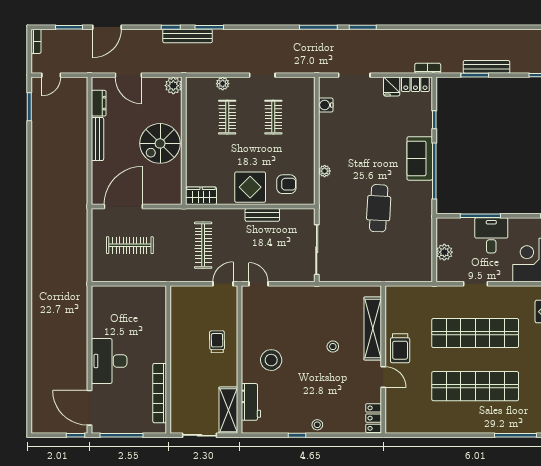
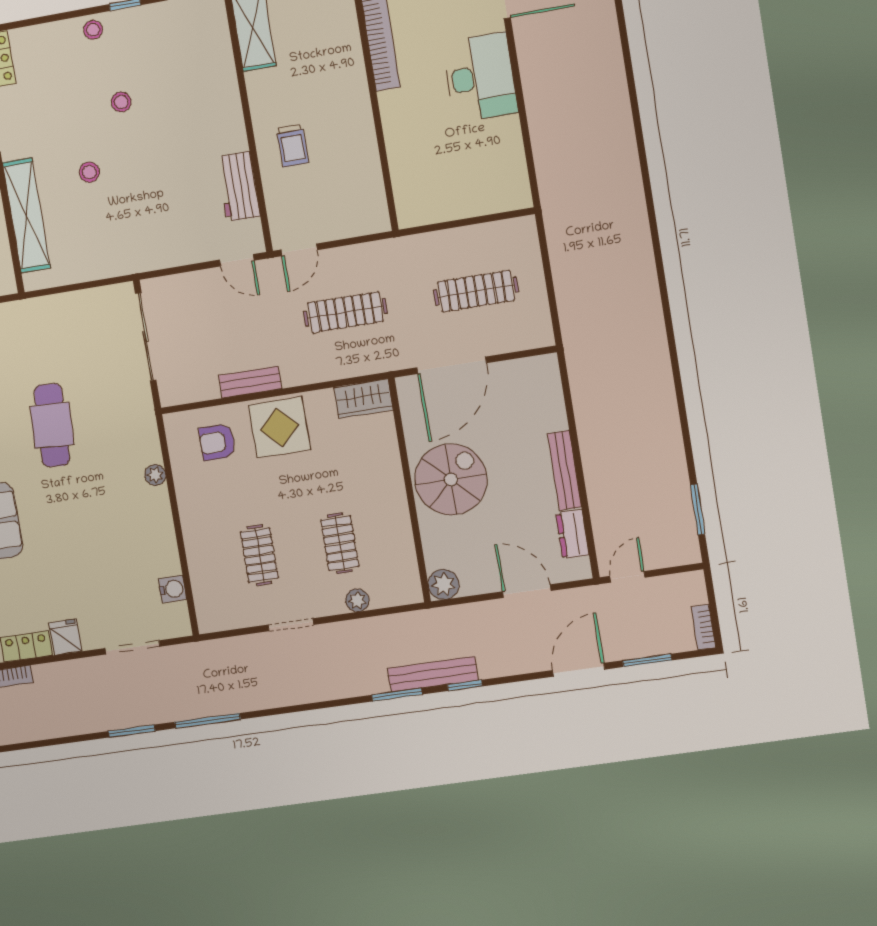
door: (51, 75) -> (627, 577), moved
door: (123, 207) -> (452, 365), moved
clothes rail: (203, 245) -> (345, 312), turned 90
stool: (271, 360) -> (121, 102), moved, width x0.53, depth x0.53
workbench: (251, 402) -> (238, 186), moved

